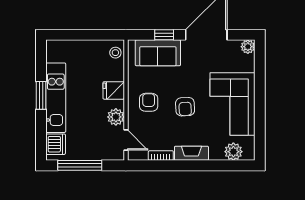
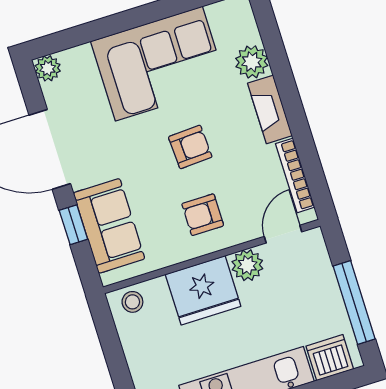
fridge: (114, 90) -> (203, 290), width x1.88, depth x1.34
plant: (233, 152) -> (252, 62), moved
bookcase: (161, 156) -> (295, 175), width x1.56

